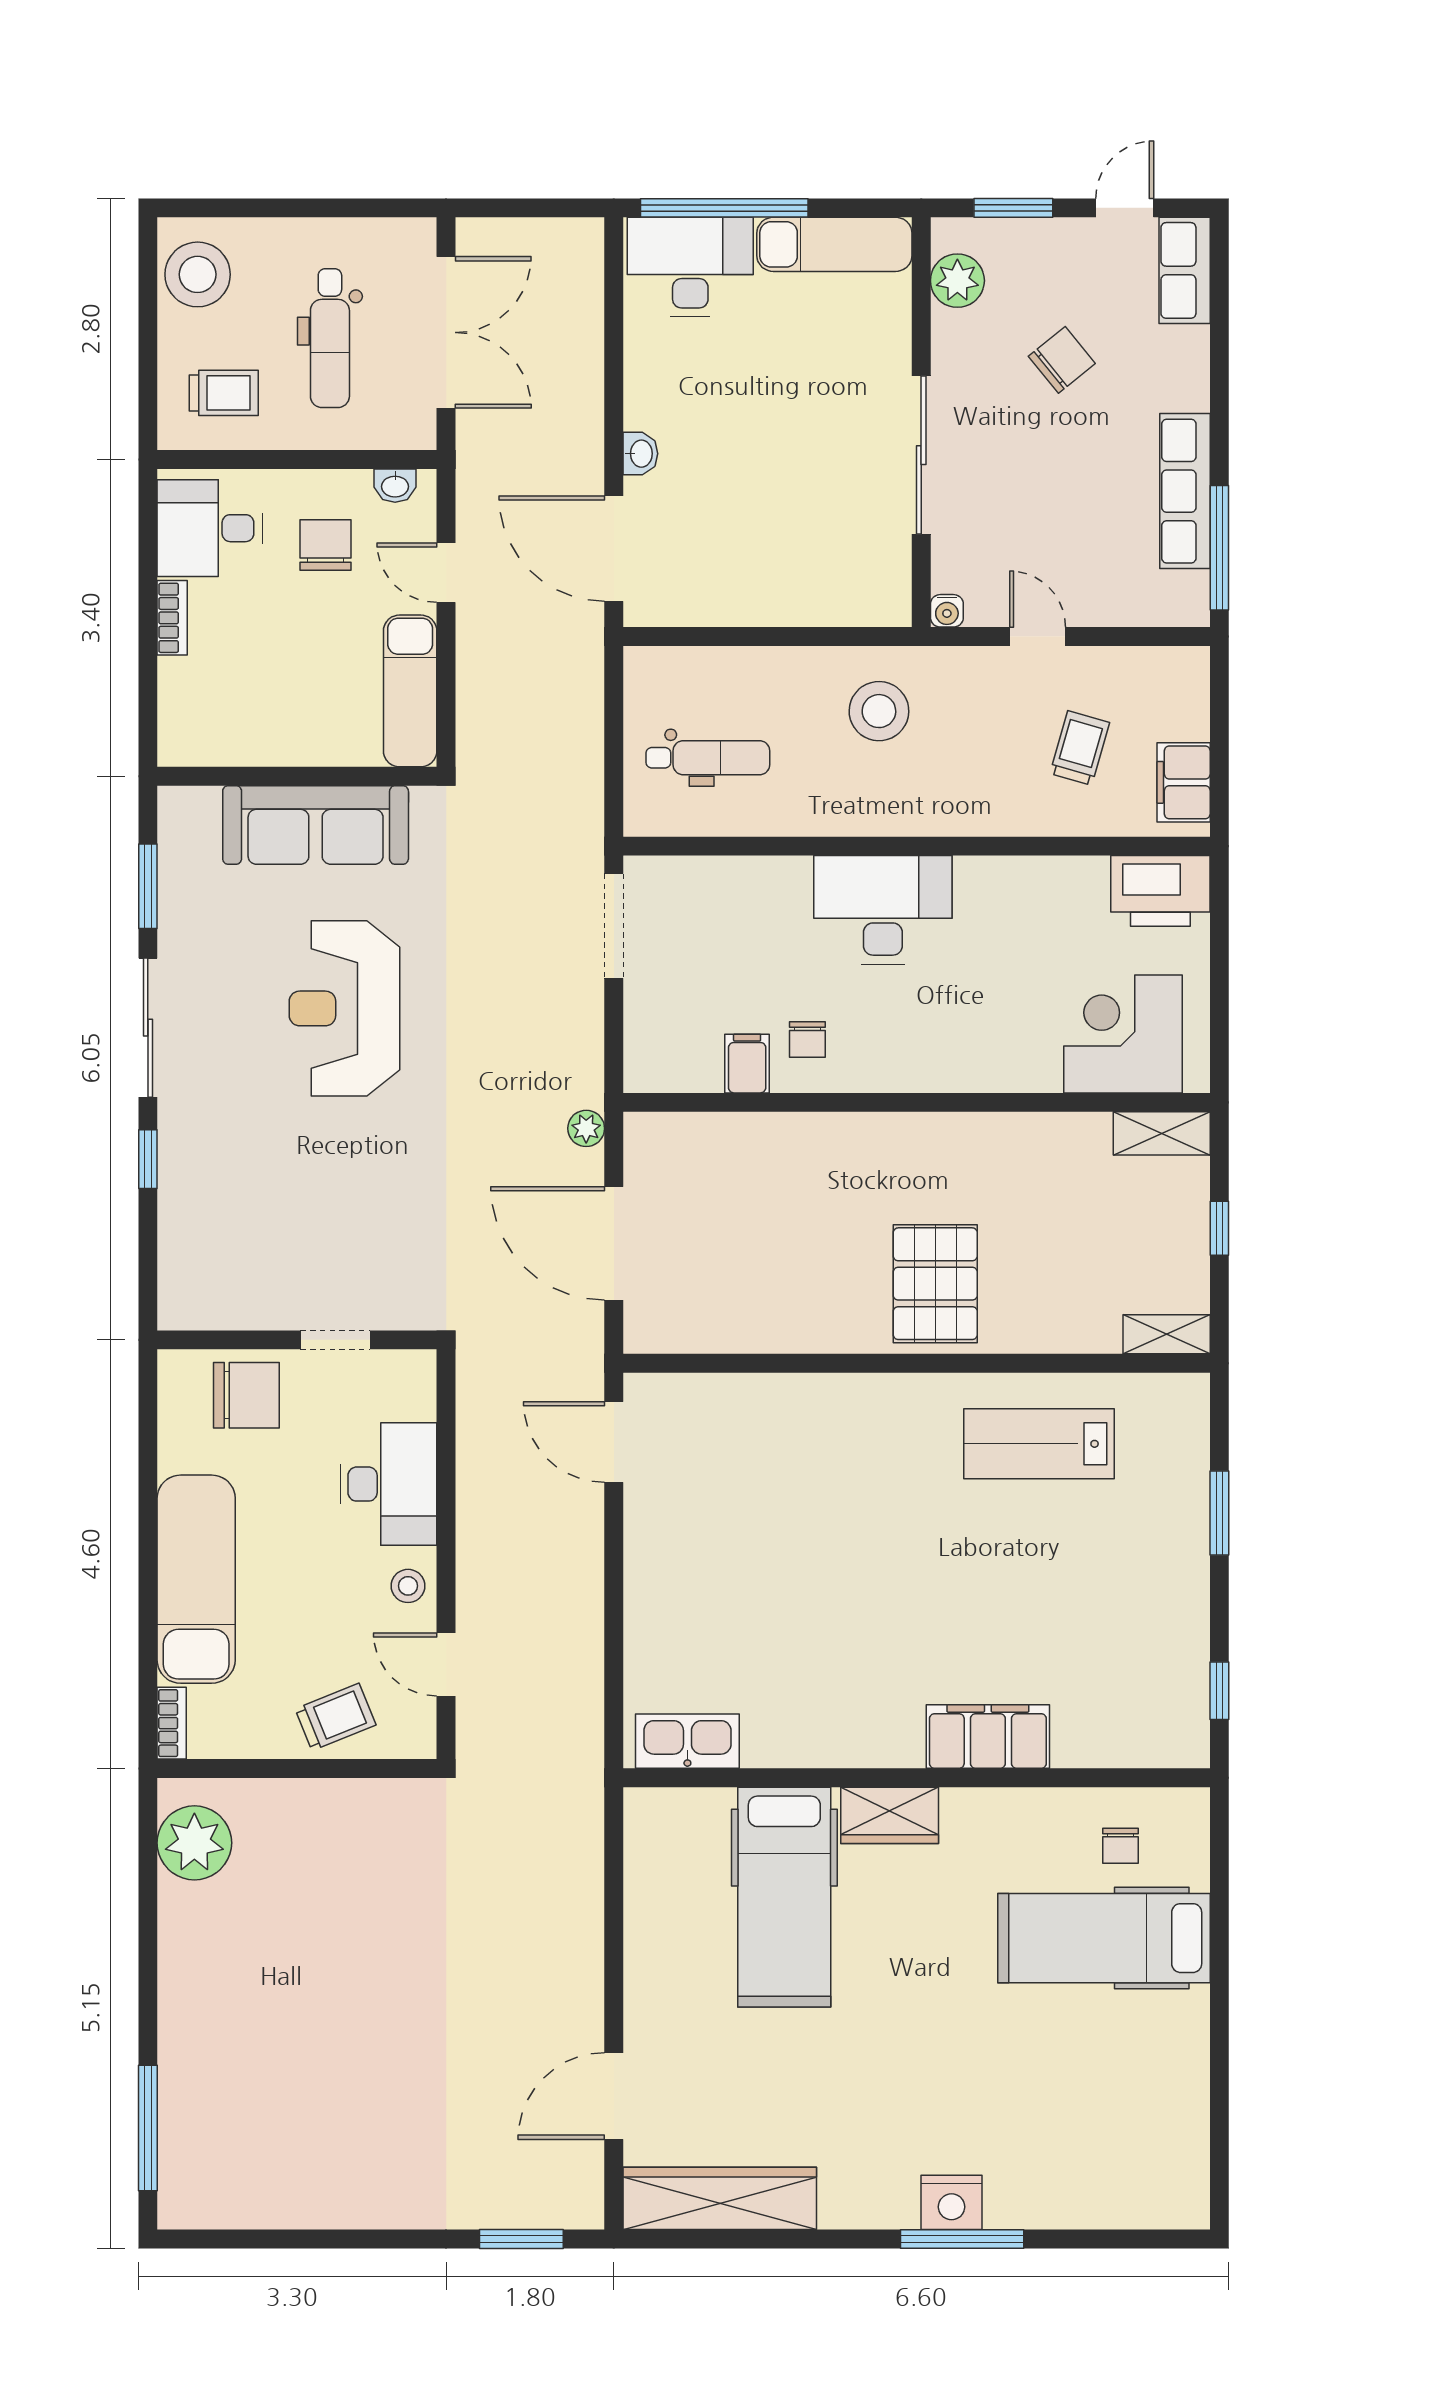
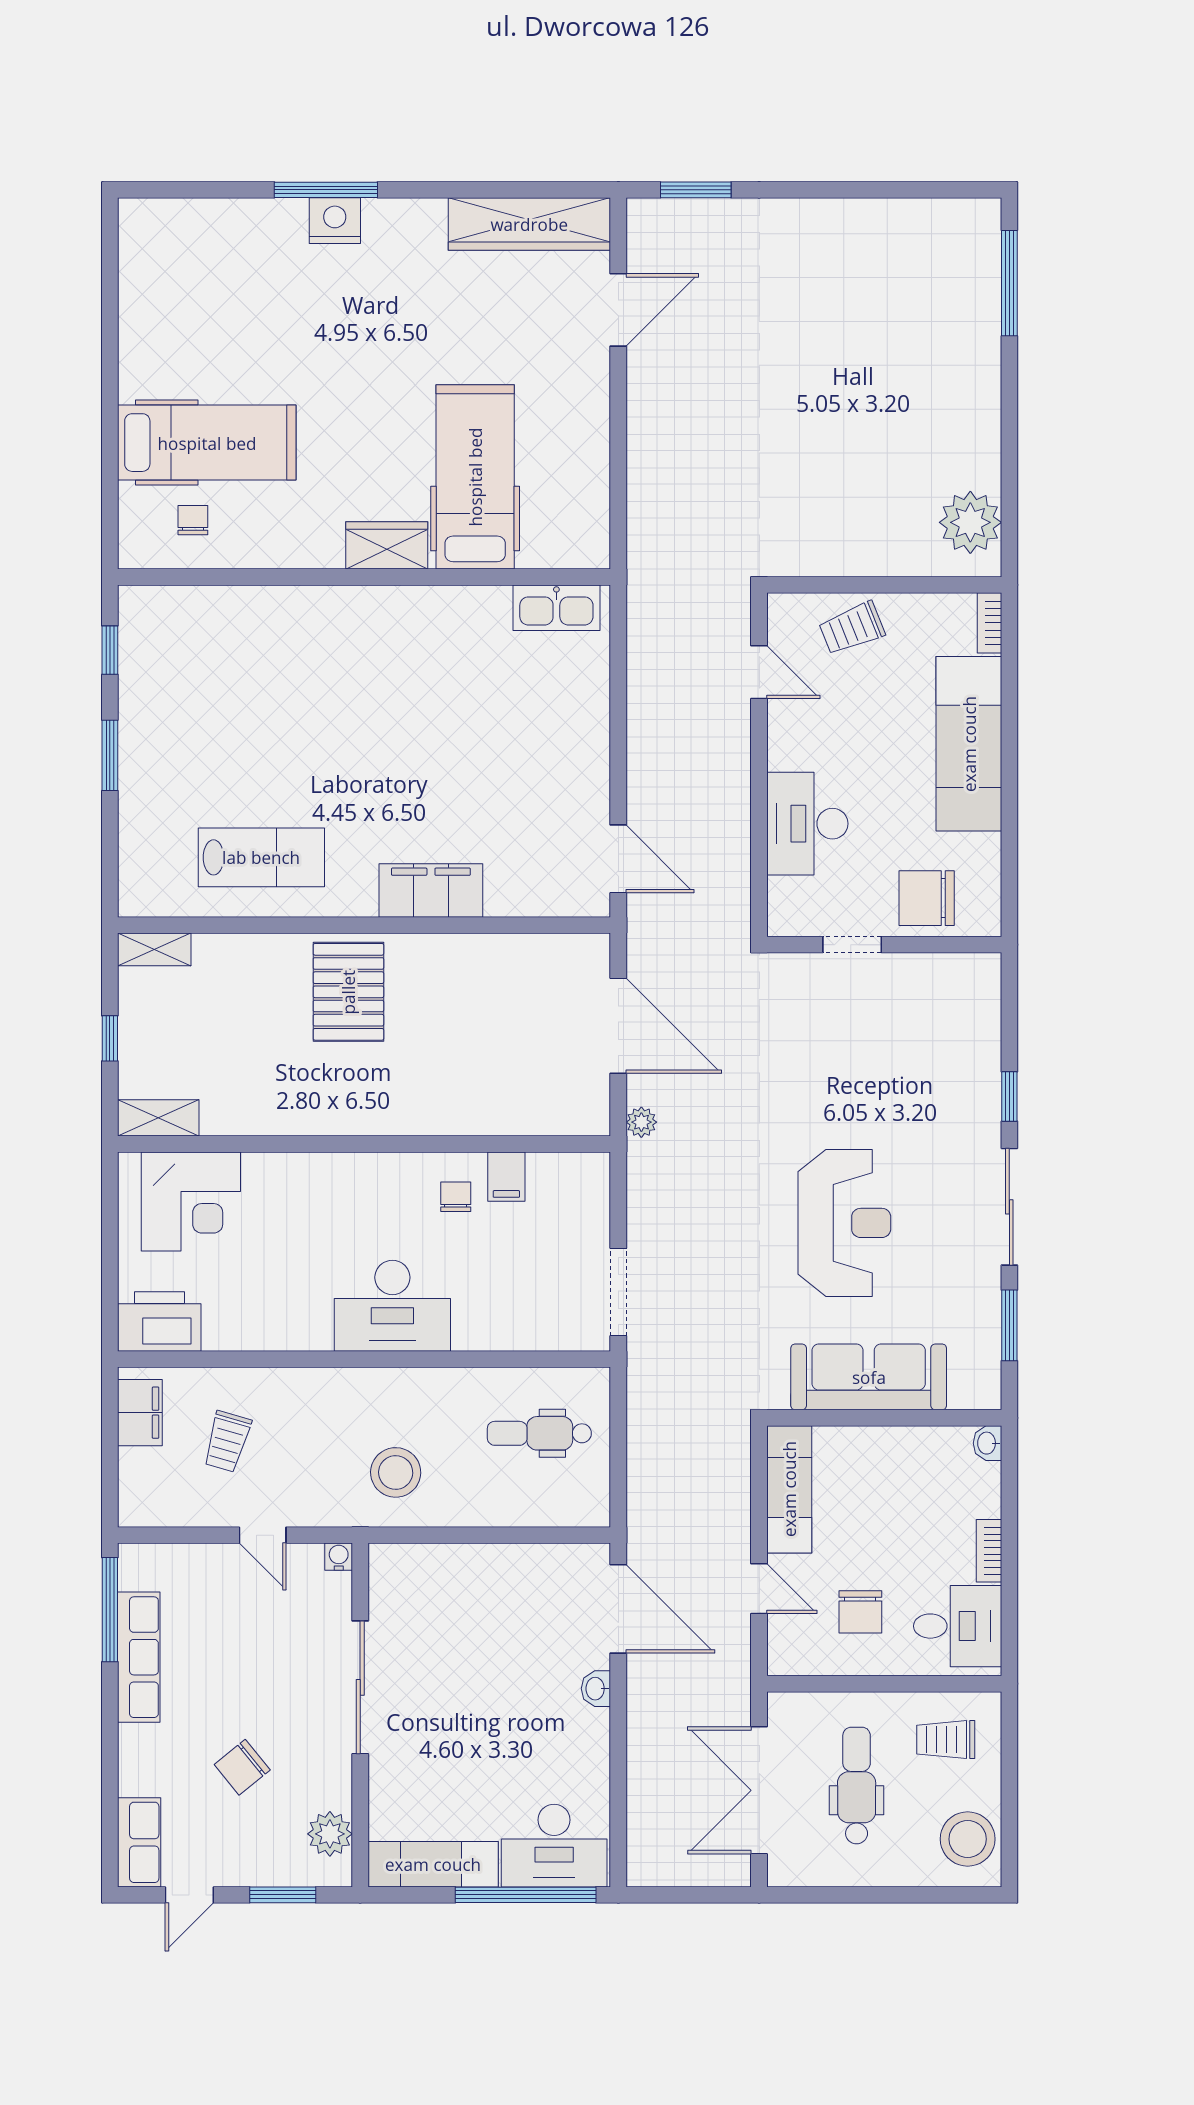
washbasin: (395, 486) -> (987, 1443), moved, turned -90
window: (1219, 1513) -> (110, 755), moved
stool: (408, 1586) -> (791, 738), removed
filing cabinet: (988, 1737) -> (431, 890), moved, turned 180

